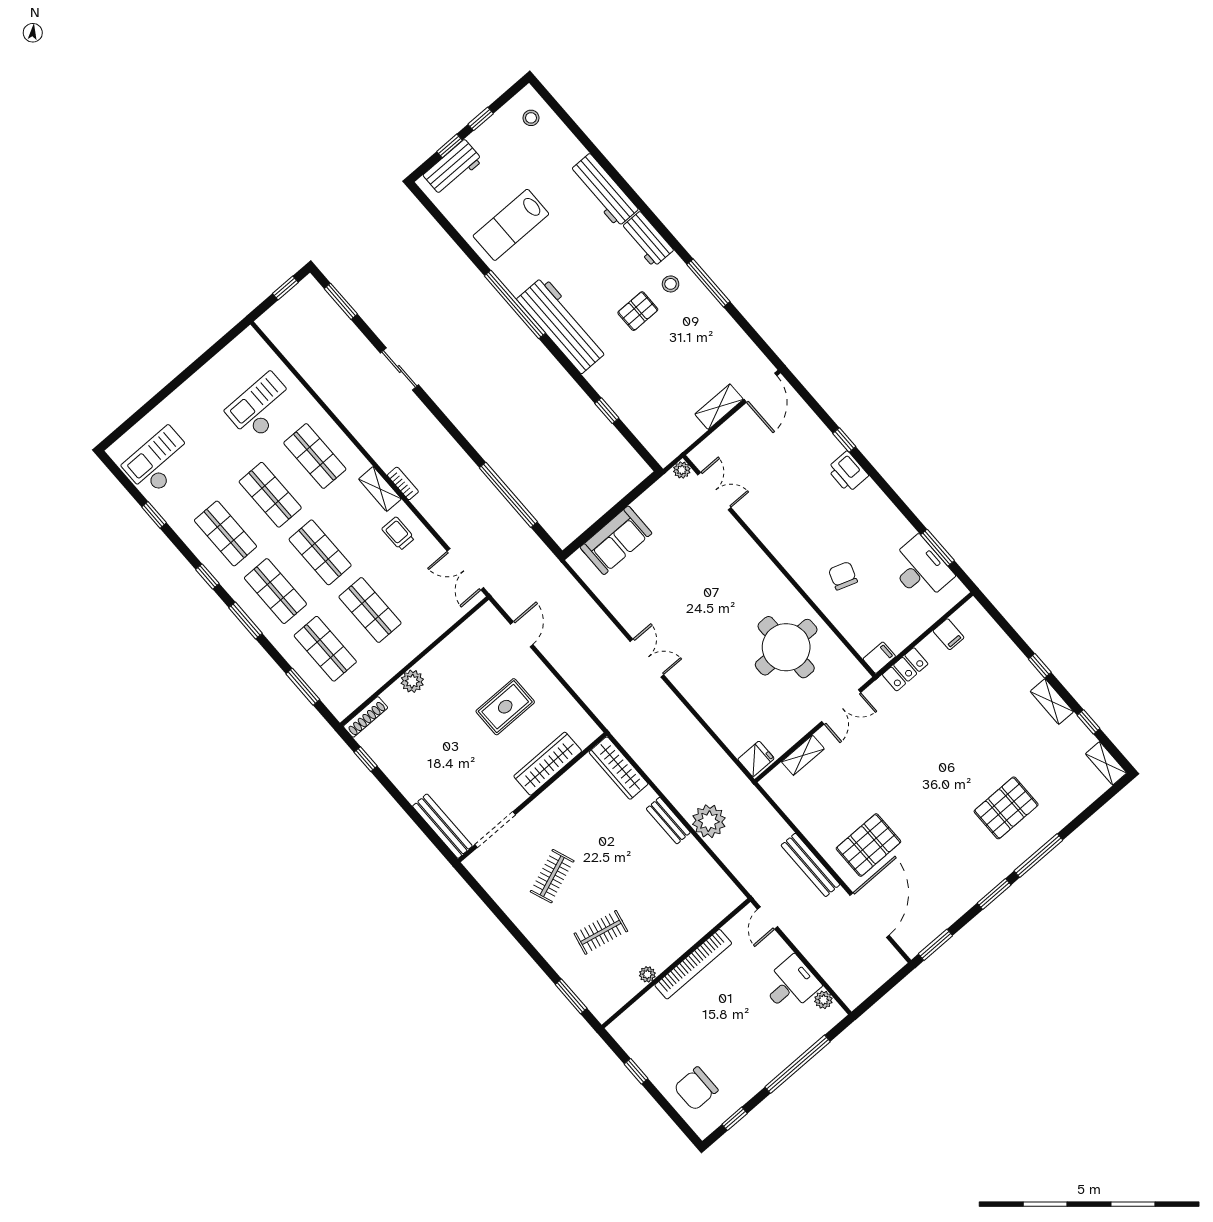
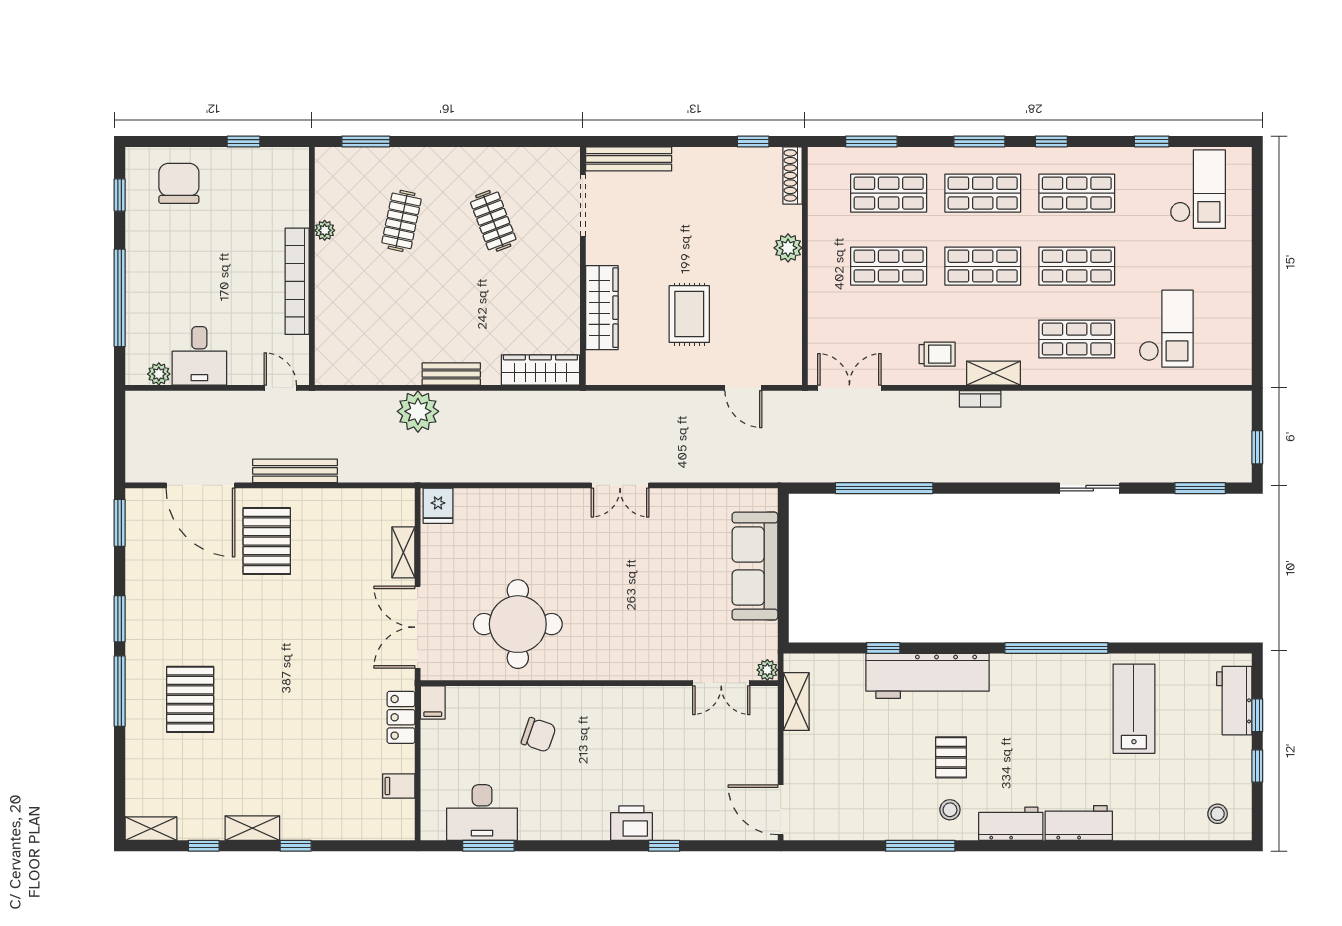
workbench: (604, 190) -> (1079, 823), width x0.73
workbench: (562, 325) -> (928, 676), moved
shelving: (719, 407) -> (796, 702), moved
sofa: (616, 540) -> (755, 566), width x1.36
double door: (841, 707) -> (418, 627), width x1.37

